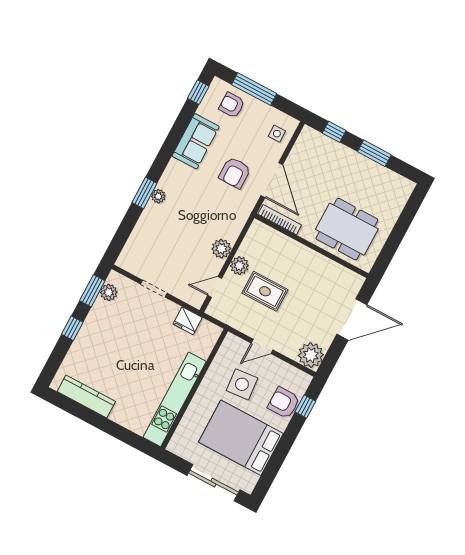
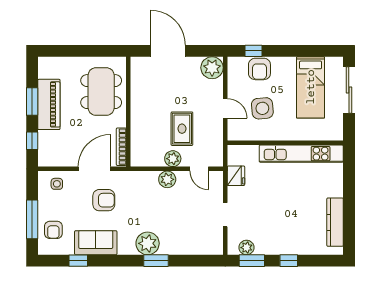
window: (198, 92) -> (78, 261), moved
piano: (362, 169) -> (49, 104), added
plant: (158, 196) -> (148, 243), width x1.88, depth x1.88
bed: (241, 438) -> (311, 87), width x0.67

